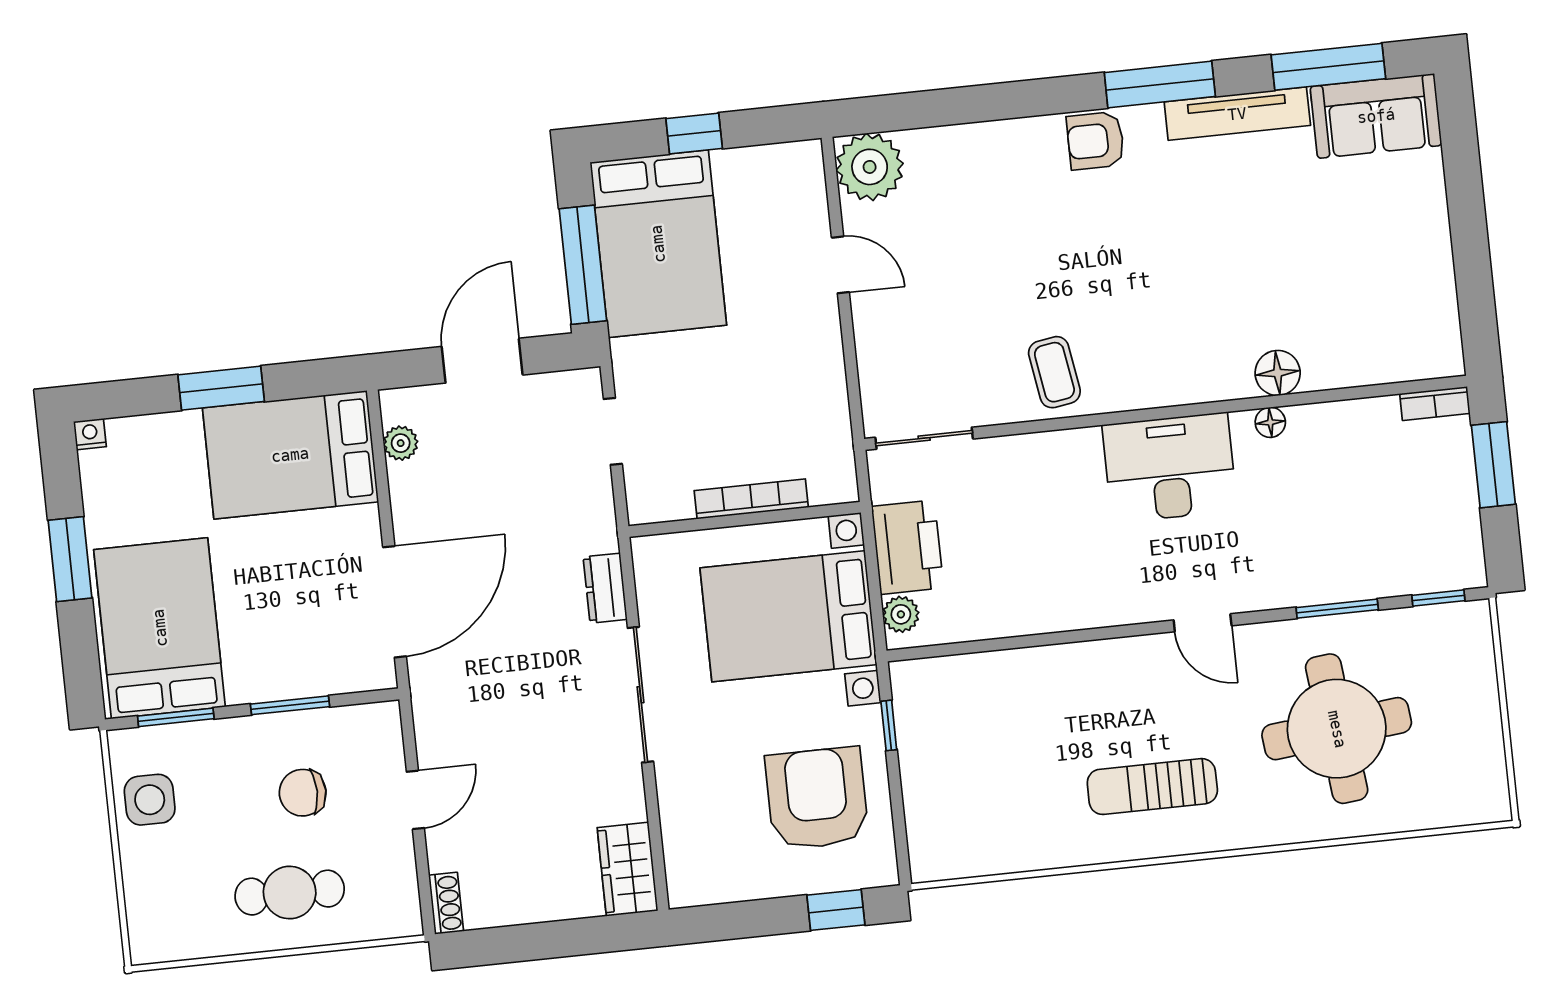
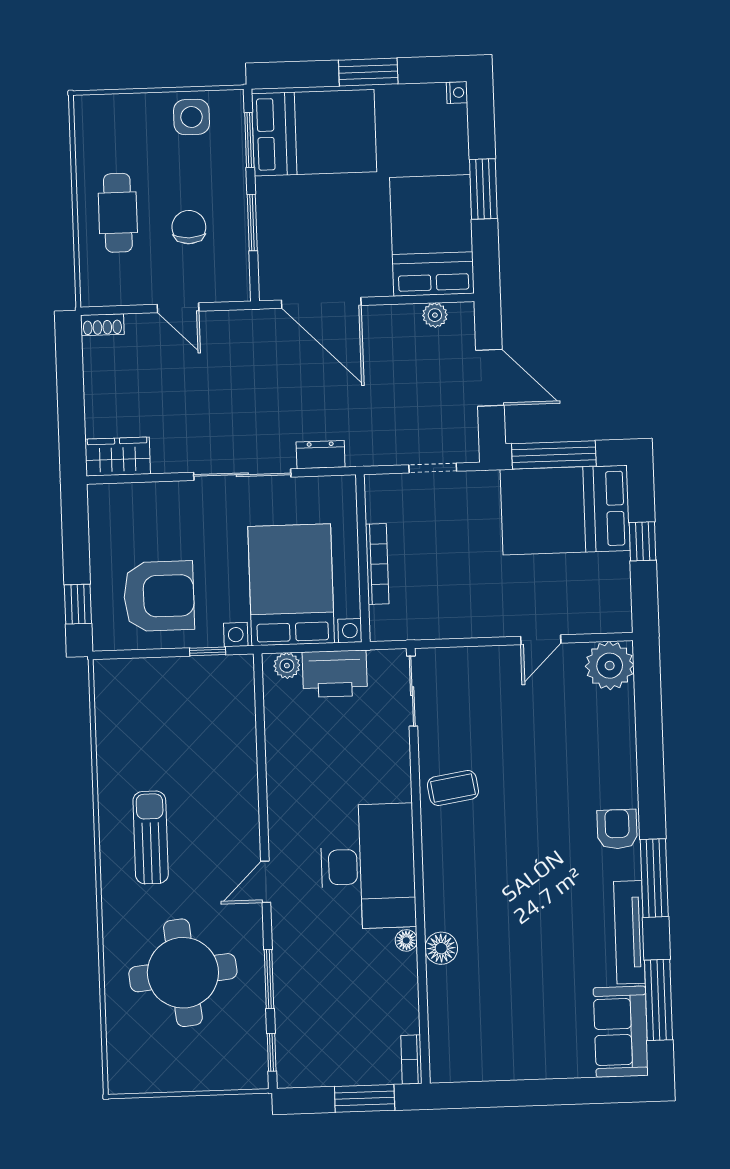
desk: (1170, 468) -> (368, 866), width x1.36, depth x1.30

